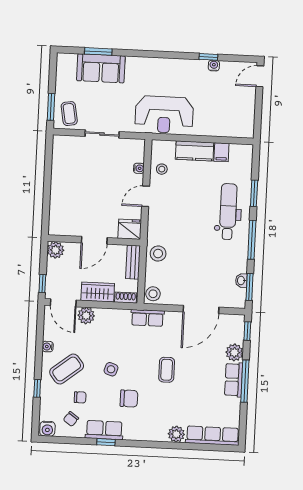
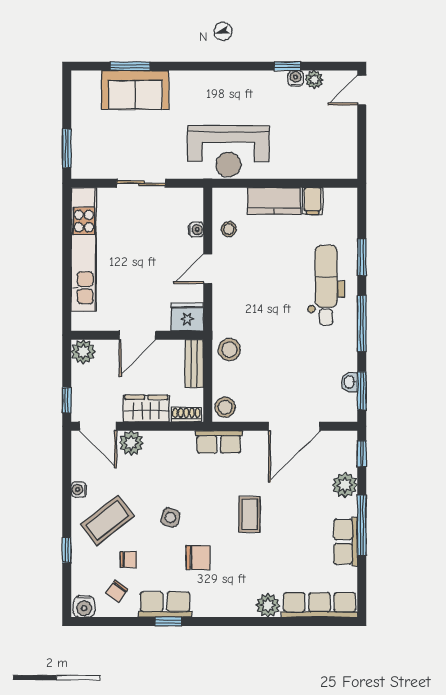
plant: (227, 67) -> (314, 80), added
coffee table: (69, 114) -> (93, 157), removed
kitchen unit: (59, 178) -> (84, 249), added
row of seats: (234, 380) -> (346, 542), moved

